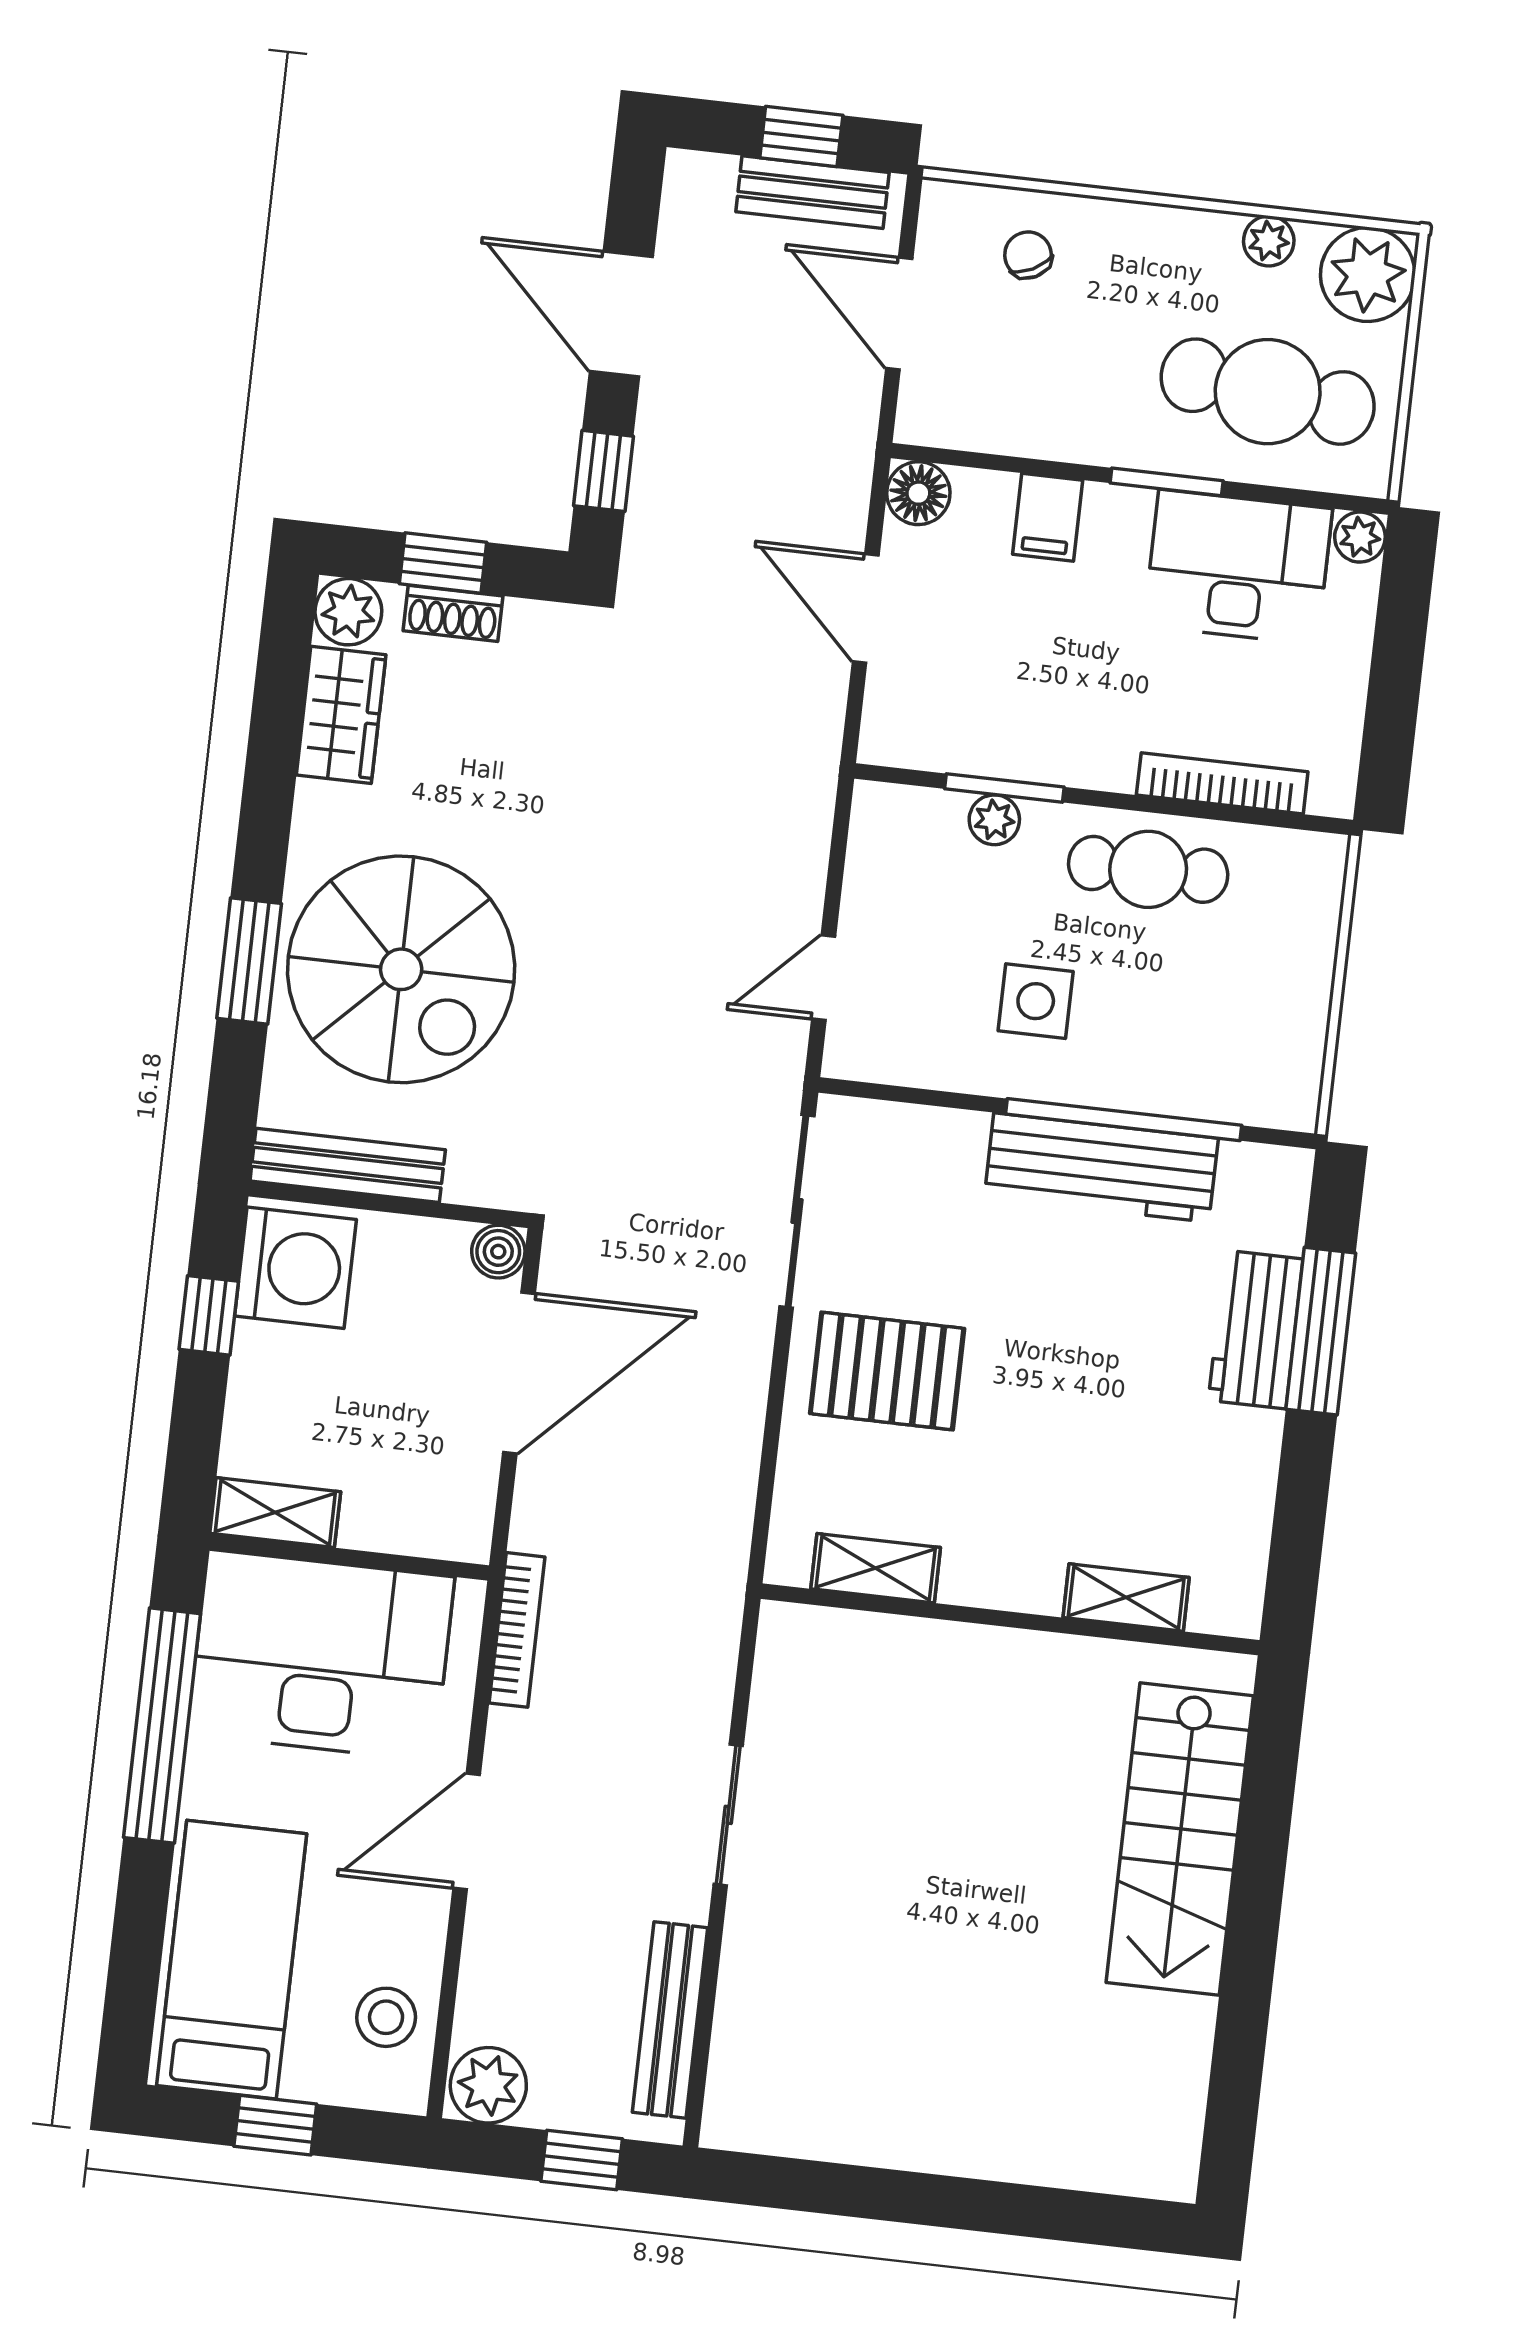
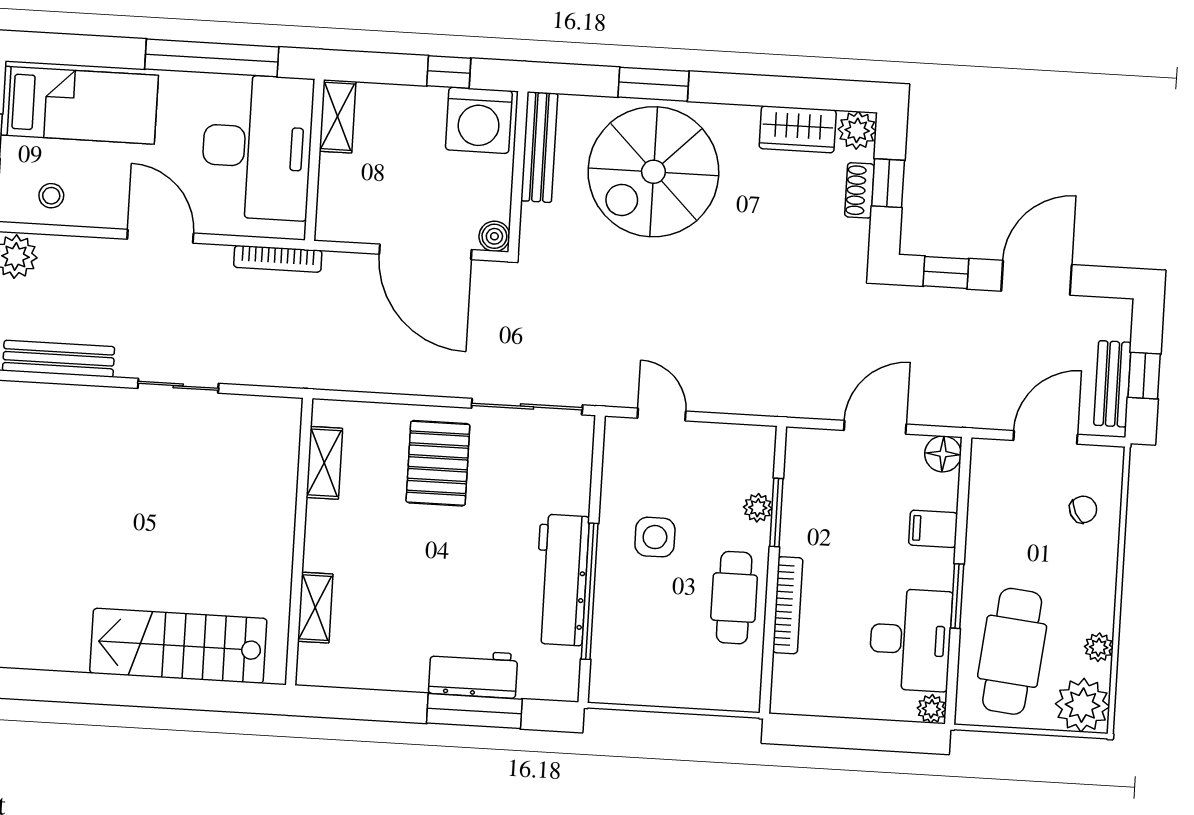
bookcase: (1222, 783) -> (788, 605), moved
stool: (386, 2017) -> (51, 196), width x0.73, depth x0.73

